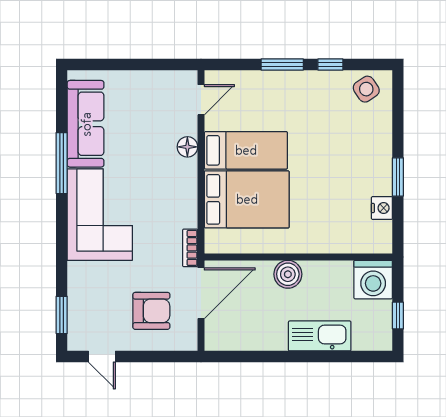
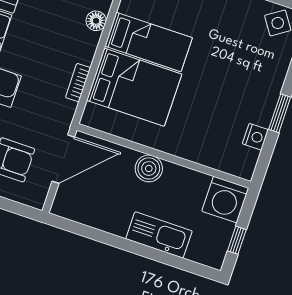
bookcase: (190, 248) -> (78, 83), moved

